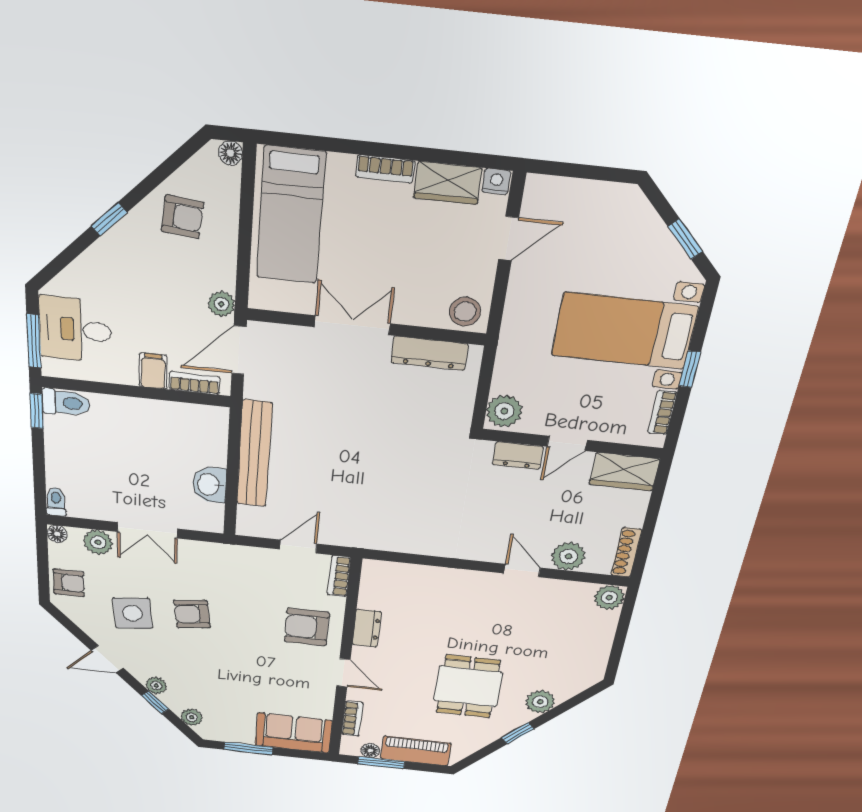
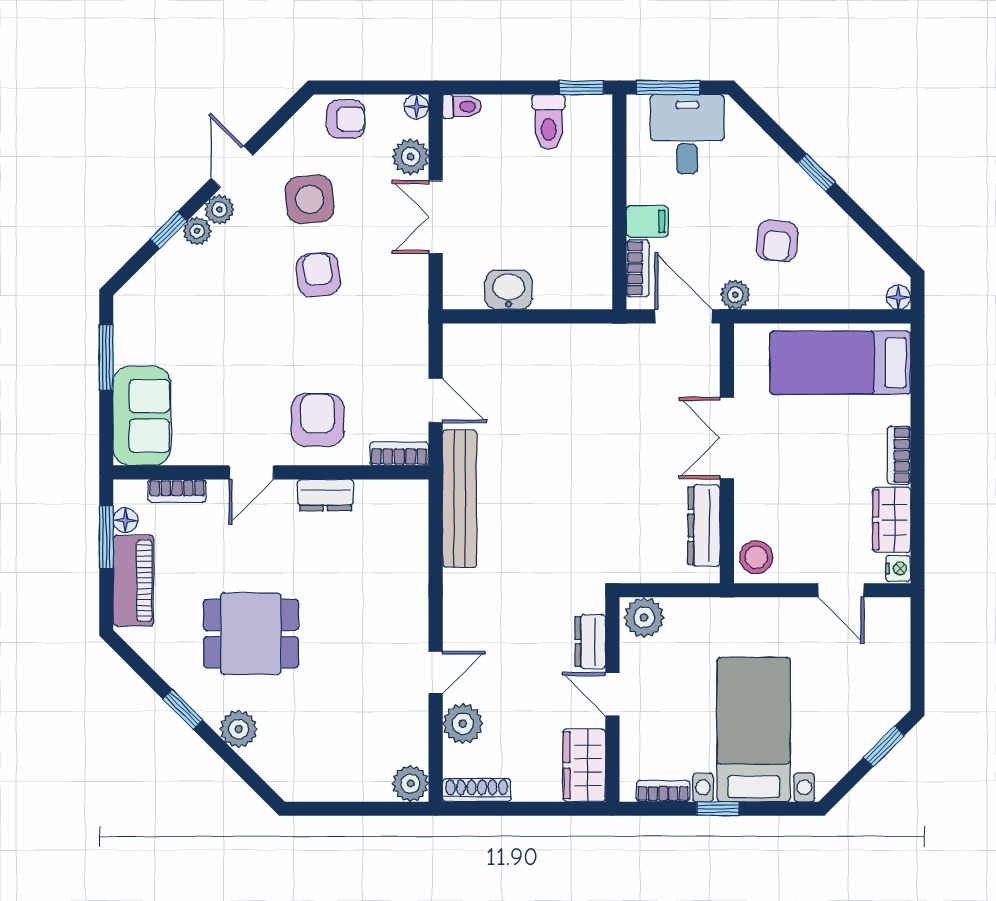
armchair: (182, 217) -> (777, 241), moved
window: (685, 239) -> (884, 746), moved
double door: (352, 325) -> (727, 438), swing flipped
toilet: (66, 403) -> (549, 122), moved
bench: (254, 454) -> (460, 499), moved, turned 90
armchair: (69, 583) -> (346, 119), turned -90
plant: (192, 717) -> (219, 209), moved

